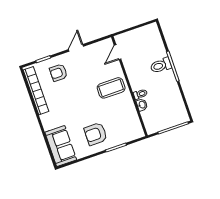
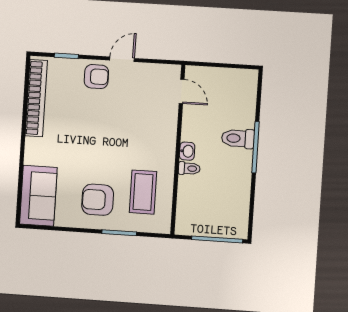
door: (118, 52) -> (182, 91), swing flipped
armchair: (58, 73) -> (96, 77), moved, turned 180
coffee table: (111, 88) -> (143, 192), moved, turned 90
washbasin: (142, 105) -> (187, 151), moved

